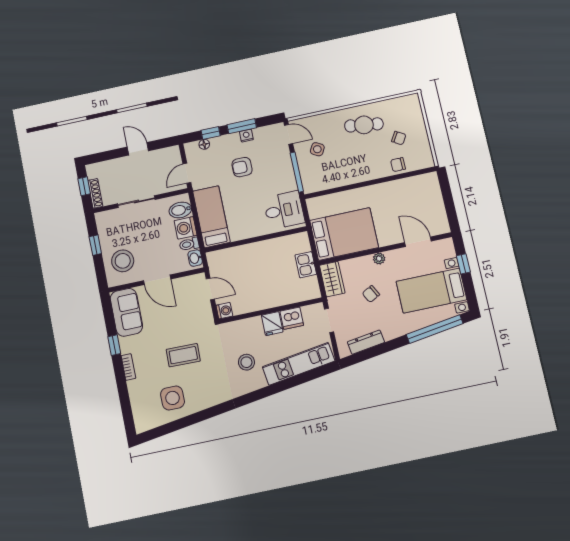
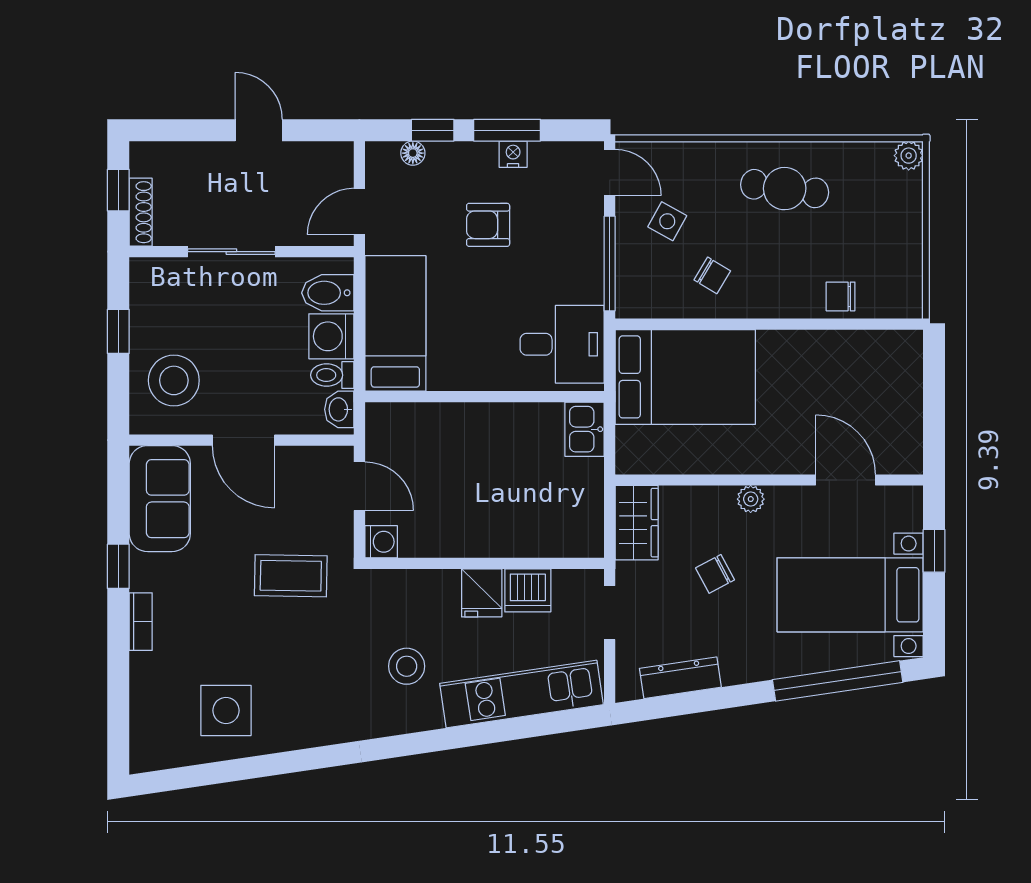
plant: (413, 100) -> (909, 156), added
chair: (399, 138) -> (712, 275), moved
bed: (344, 234) -> (685, 377), moved
kitchen sink: (306, 265) -> (584, 429), moved
coffee table: (183, 355) -> (291, 576), moved

